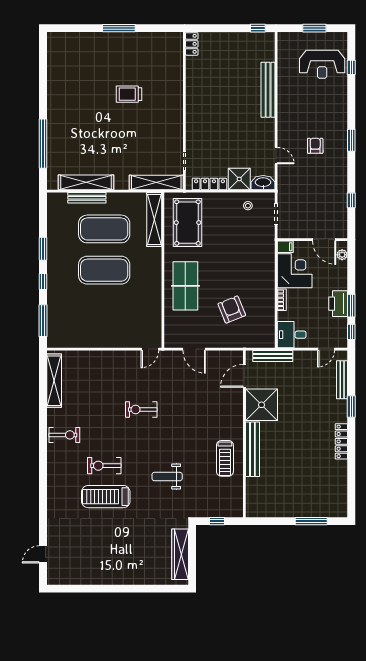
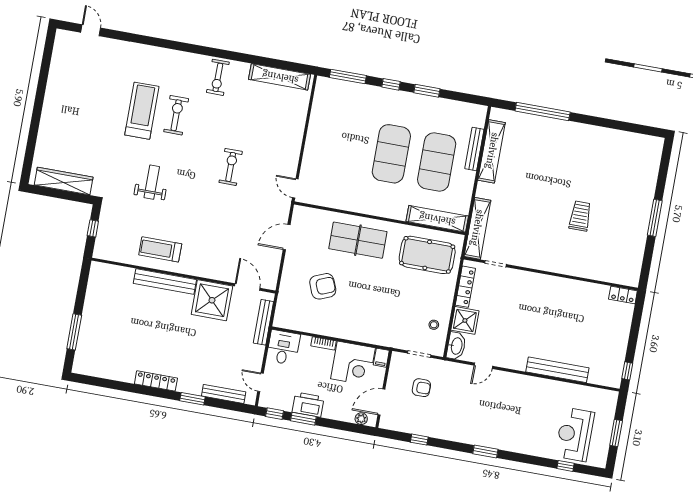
armchair: (315, 146) -> (421, 388), moved

